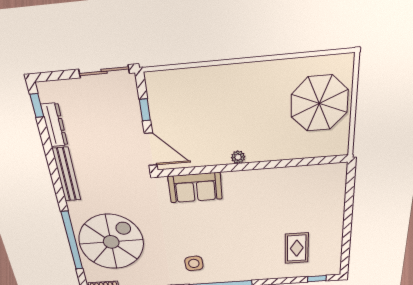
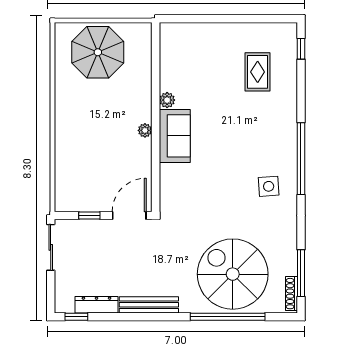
plant: (269, 175) -> (167, 100), added
sofa: (195, 188) -> (175, 136), moved
rug: (297, 248) -> (258, 72), turned 90

